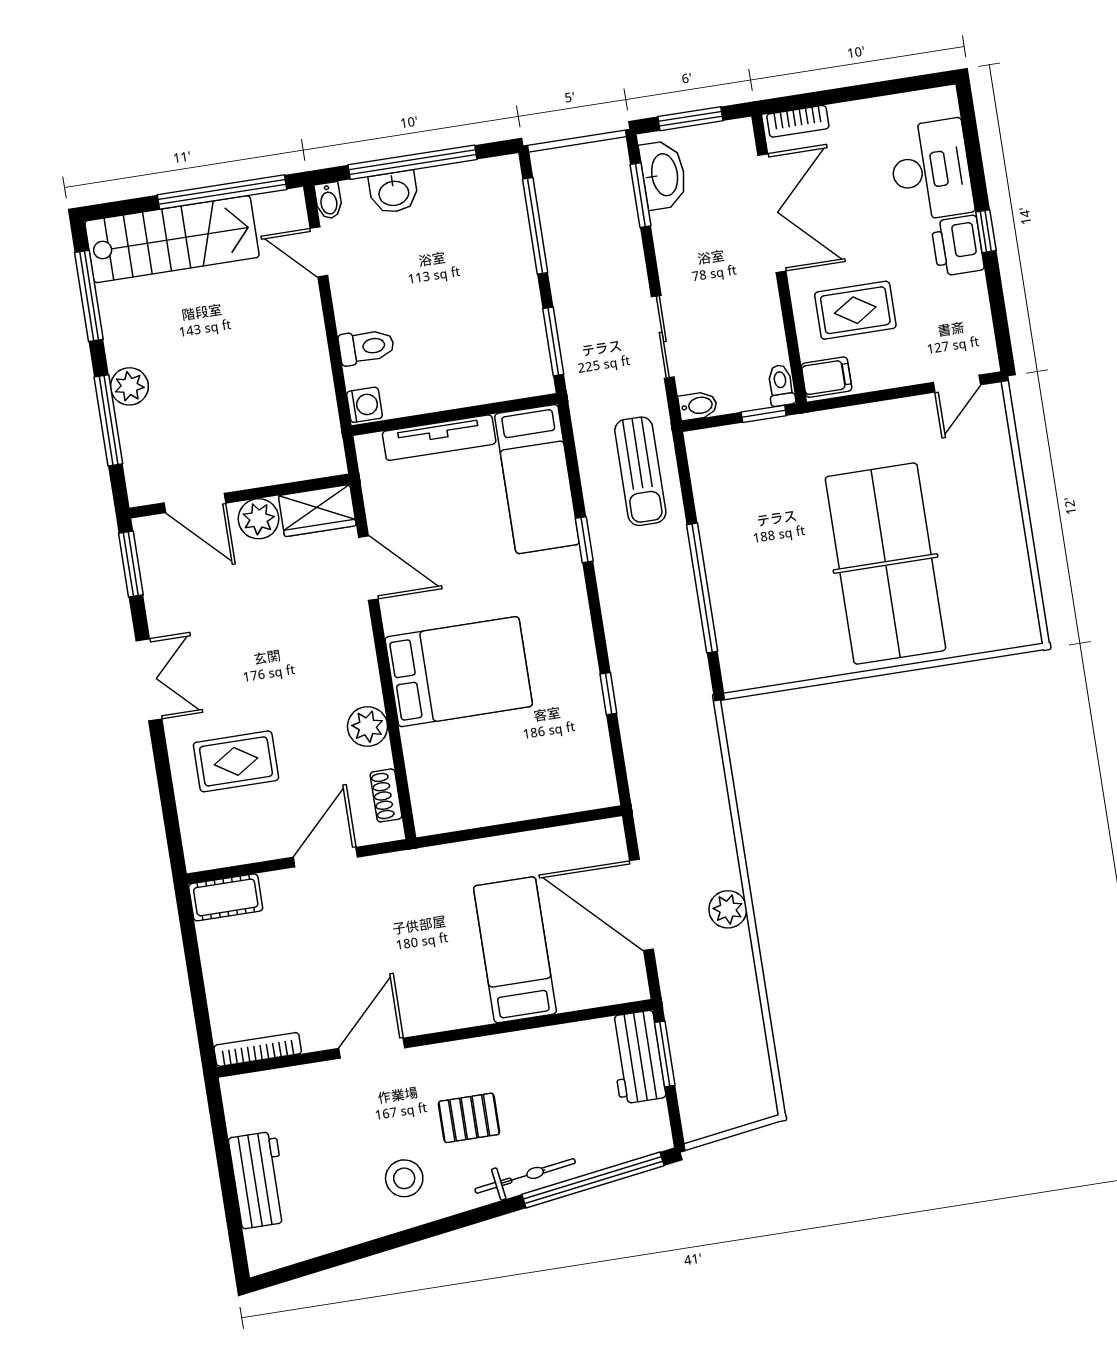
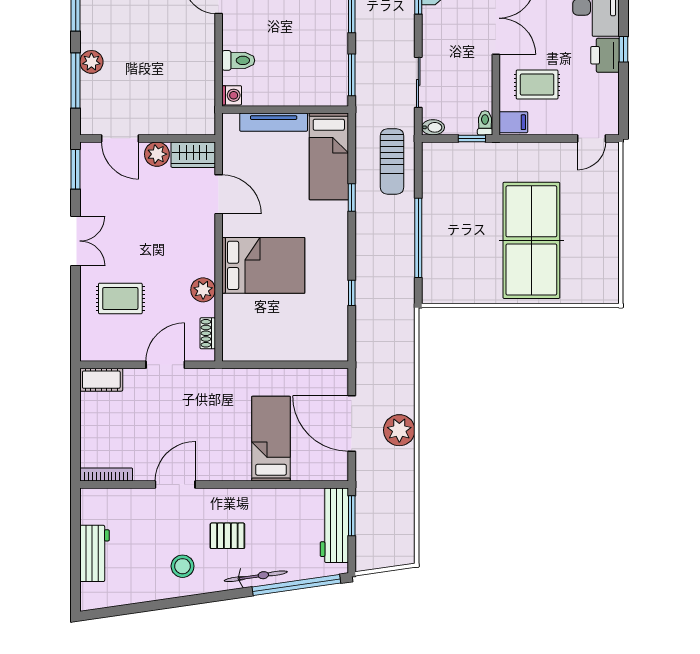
plant: (728, 909) -> (399, 430), width x1.36, depth x1.36
workbench: (637, 1057) -> (334, 525), width x1.37

